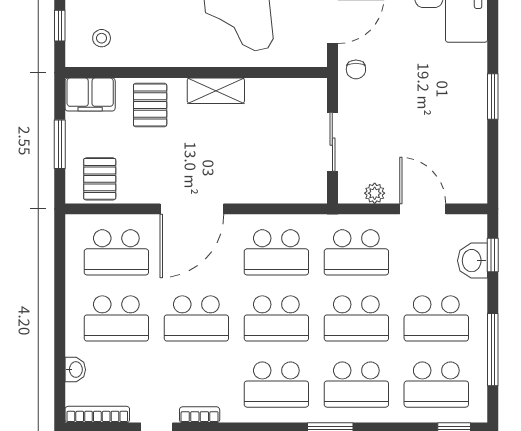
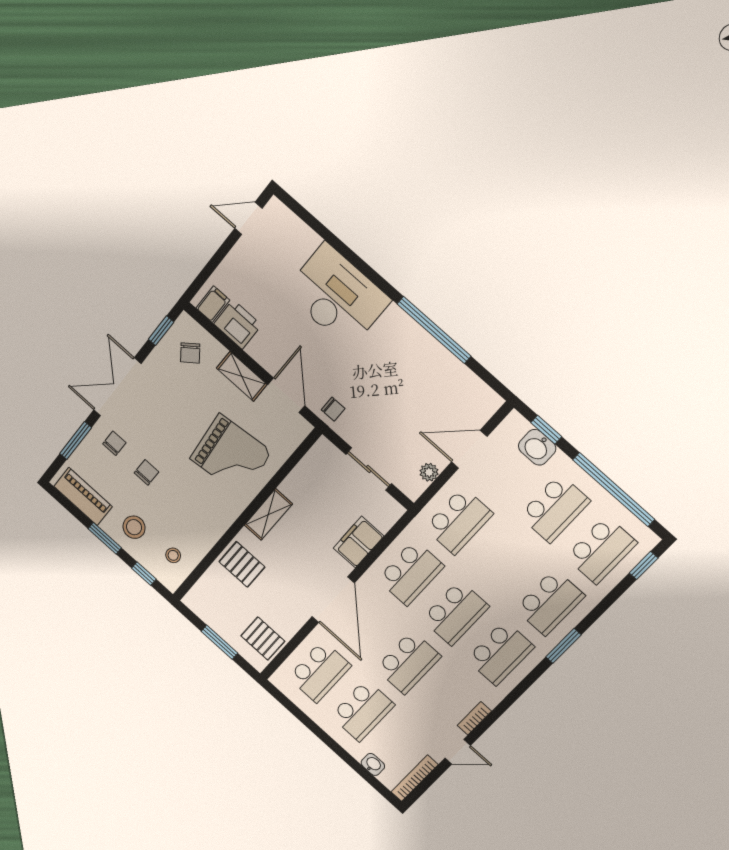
filing cabinet: (90, 95) -> (359, 542), moved, turned 180
window: (493, 96) -> (434, 330), width x2.11
school desk: (356, 318) -> (504, 562), removed
window: (493, 350) -> (614, 490), width x1.46

